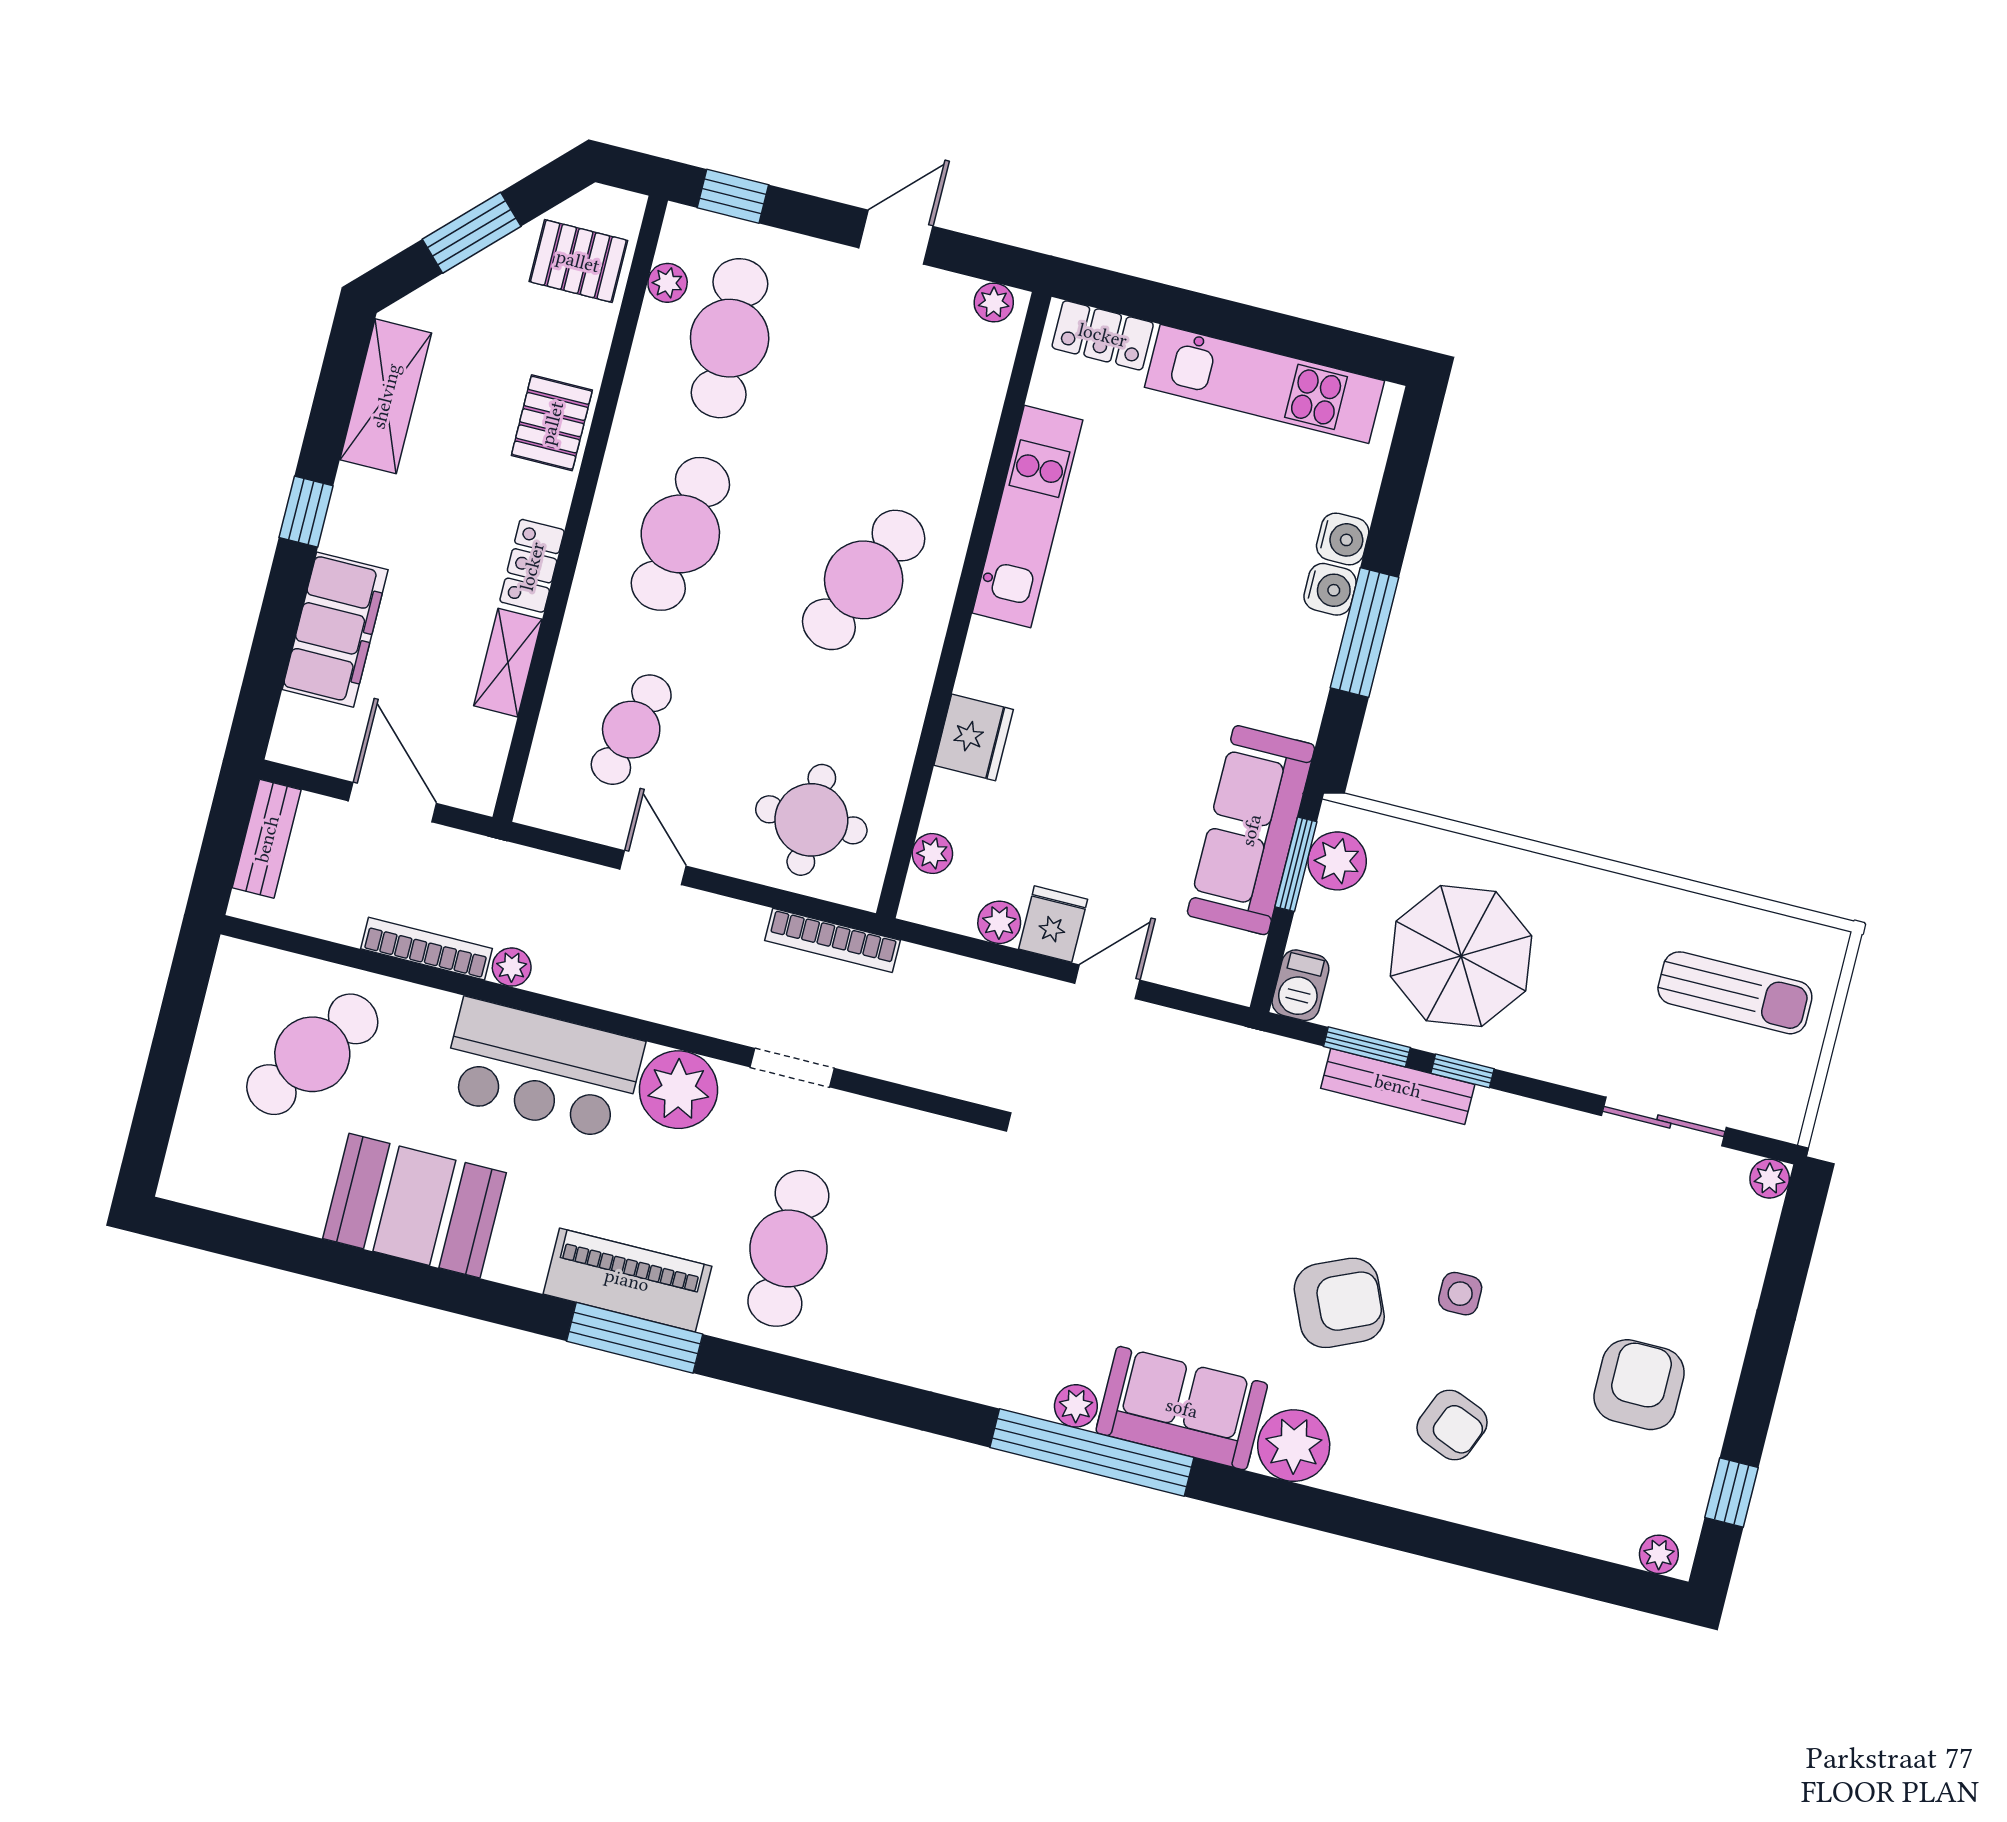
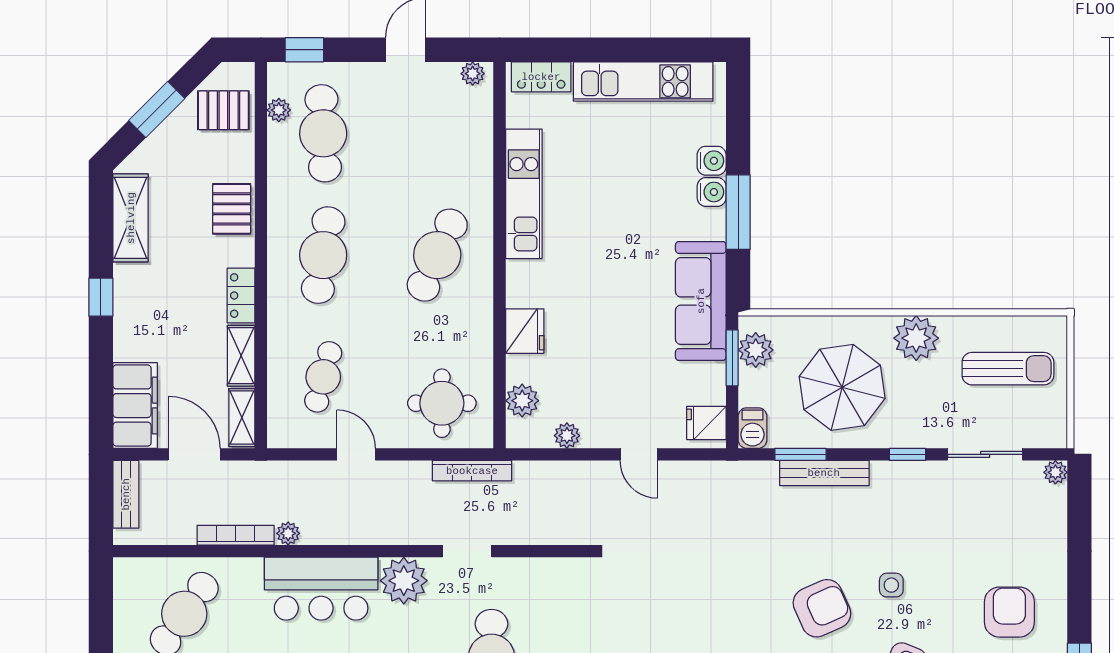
filing cabinet: (335, 630) -> (135, 406), moved
shelving: (484, 762) -> (242, 418), added
sofa: (1251, 830) -> (701, 301), moved
plant: (932, 854) -> (522, 401), width x1.38, depth x1.38
plant: (1600, 907) -> (916, 338), added
fridge: (1053, 924) -> (706, 423), moved, turned -90
door: (1107, 982) -> (639, 454), swing flipped
window: (1462, 1071) -> (907, 454), moved

